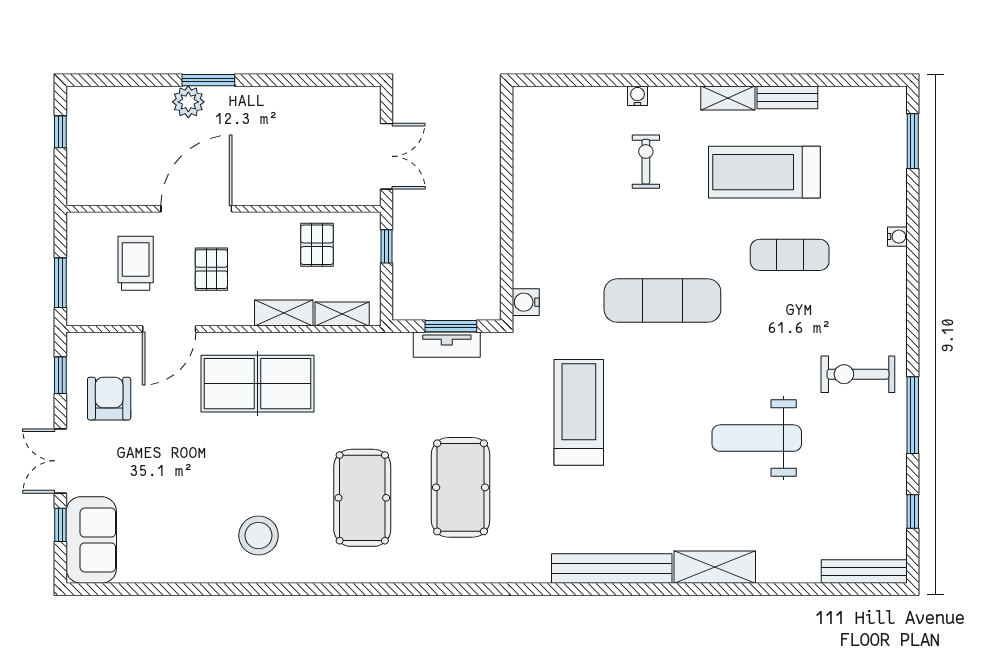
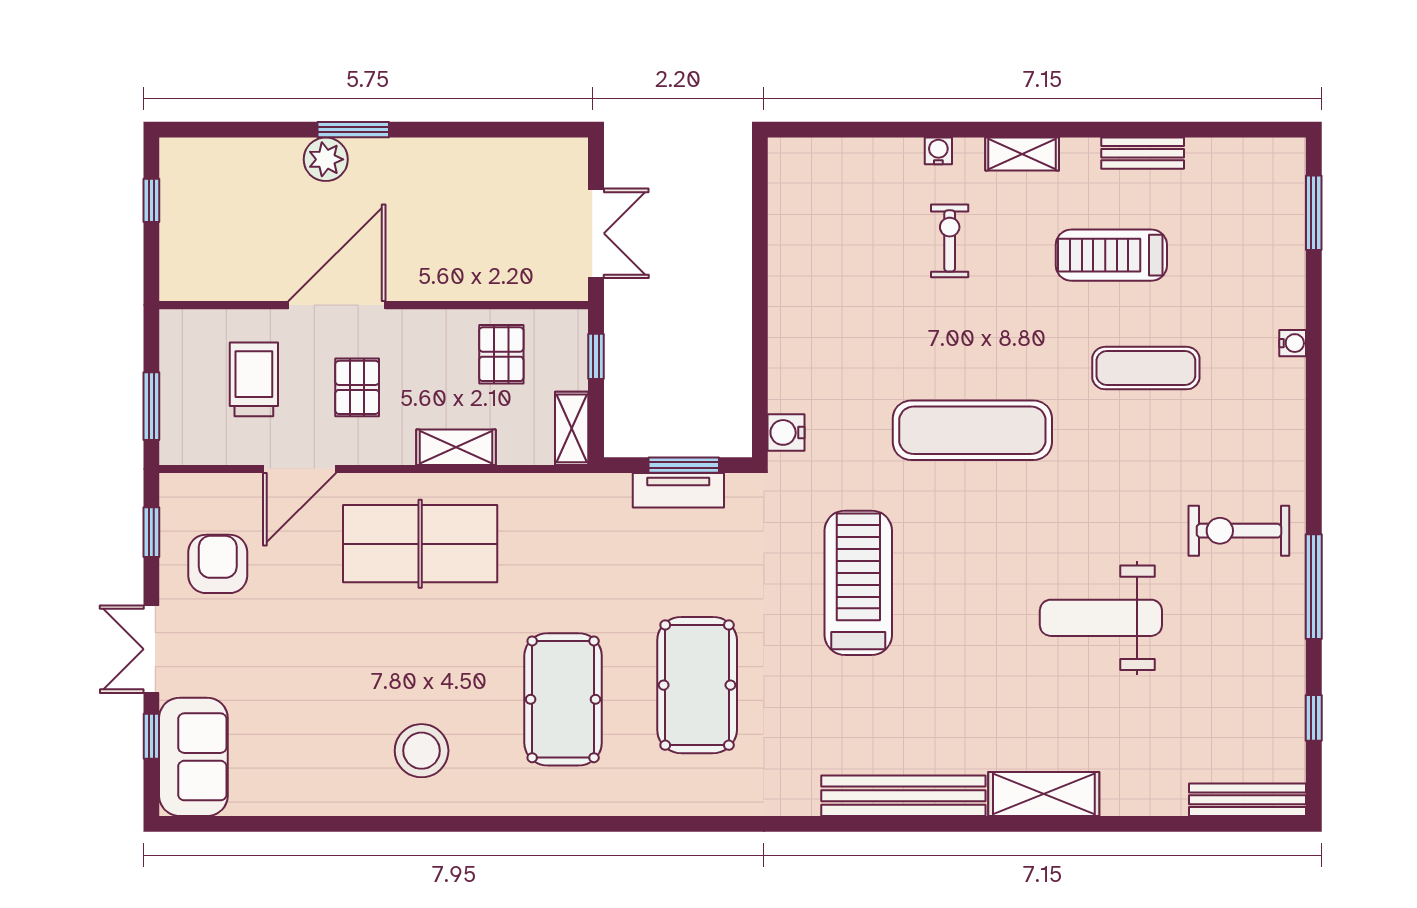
shelving: (728, 98) -> (1022, 154), moved
treadmill: (764, 172) -> (1111, 255), width x0.73, depth x0.73
shelving: (342, 314) -> (572, 428), moved, turned 90

